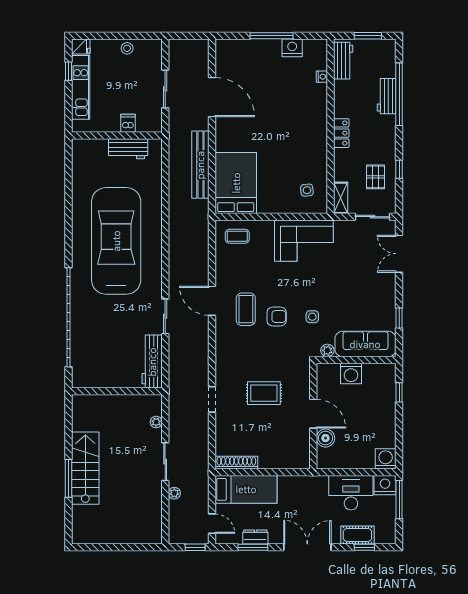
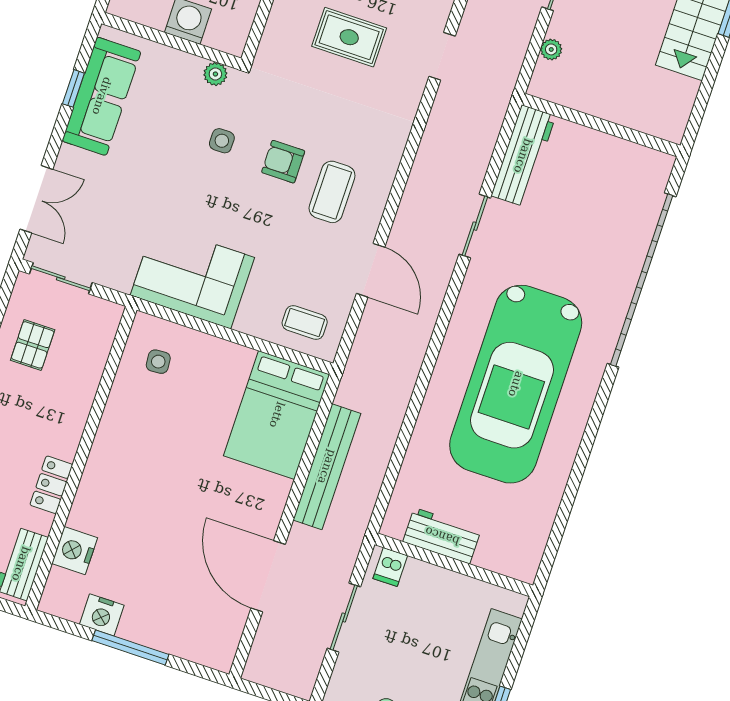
nightstand: (322, 77) -> (75, 551), width x1.89, depth x1.79
dishwasher: (128, 123) -> (390, 567), moved
locker: (341, 133) -> (51, 485), moved
shelving: (341, 198) -> (105, 329), removed
door: (212, 301) -> (371, 270), moved
sofa: (365, 344) -> (102, 96), moved, turned -90

